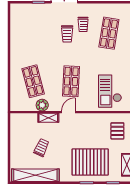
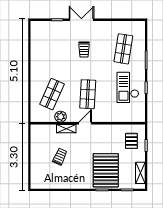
trolley: (83, 24) -> (99, 41), removed
shop shelf: (33, 81) -> (52, 94), turned 39
checkout: (110, 91) -> (128, 87), moved
pallet: (90, 162) -> (106, 170), turned 90
shelving: (35, 175) -> (54, 183), removed

